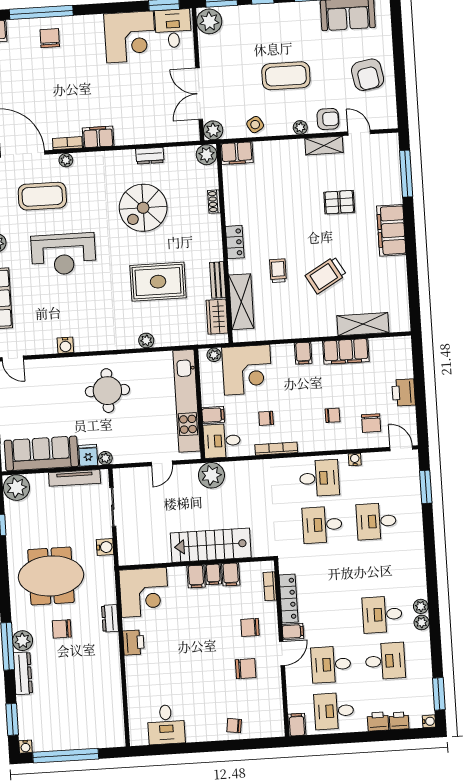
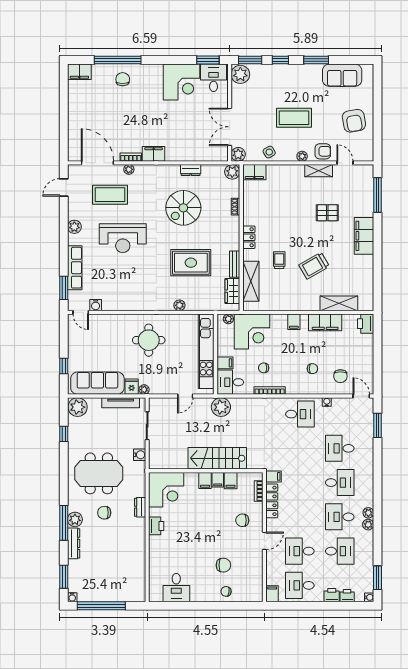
water cooler: (65, 345) -> (96, 305), moved
printer: (404, 392) -> (366, 324), moved
desk: (322, 525) -> (340, 483), moved, turned 180
filing cabinet: (293, 631) -> (274, 476), moved
chair: (246, 669) -> (223, 565), moved

